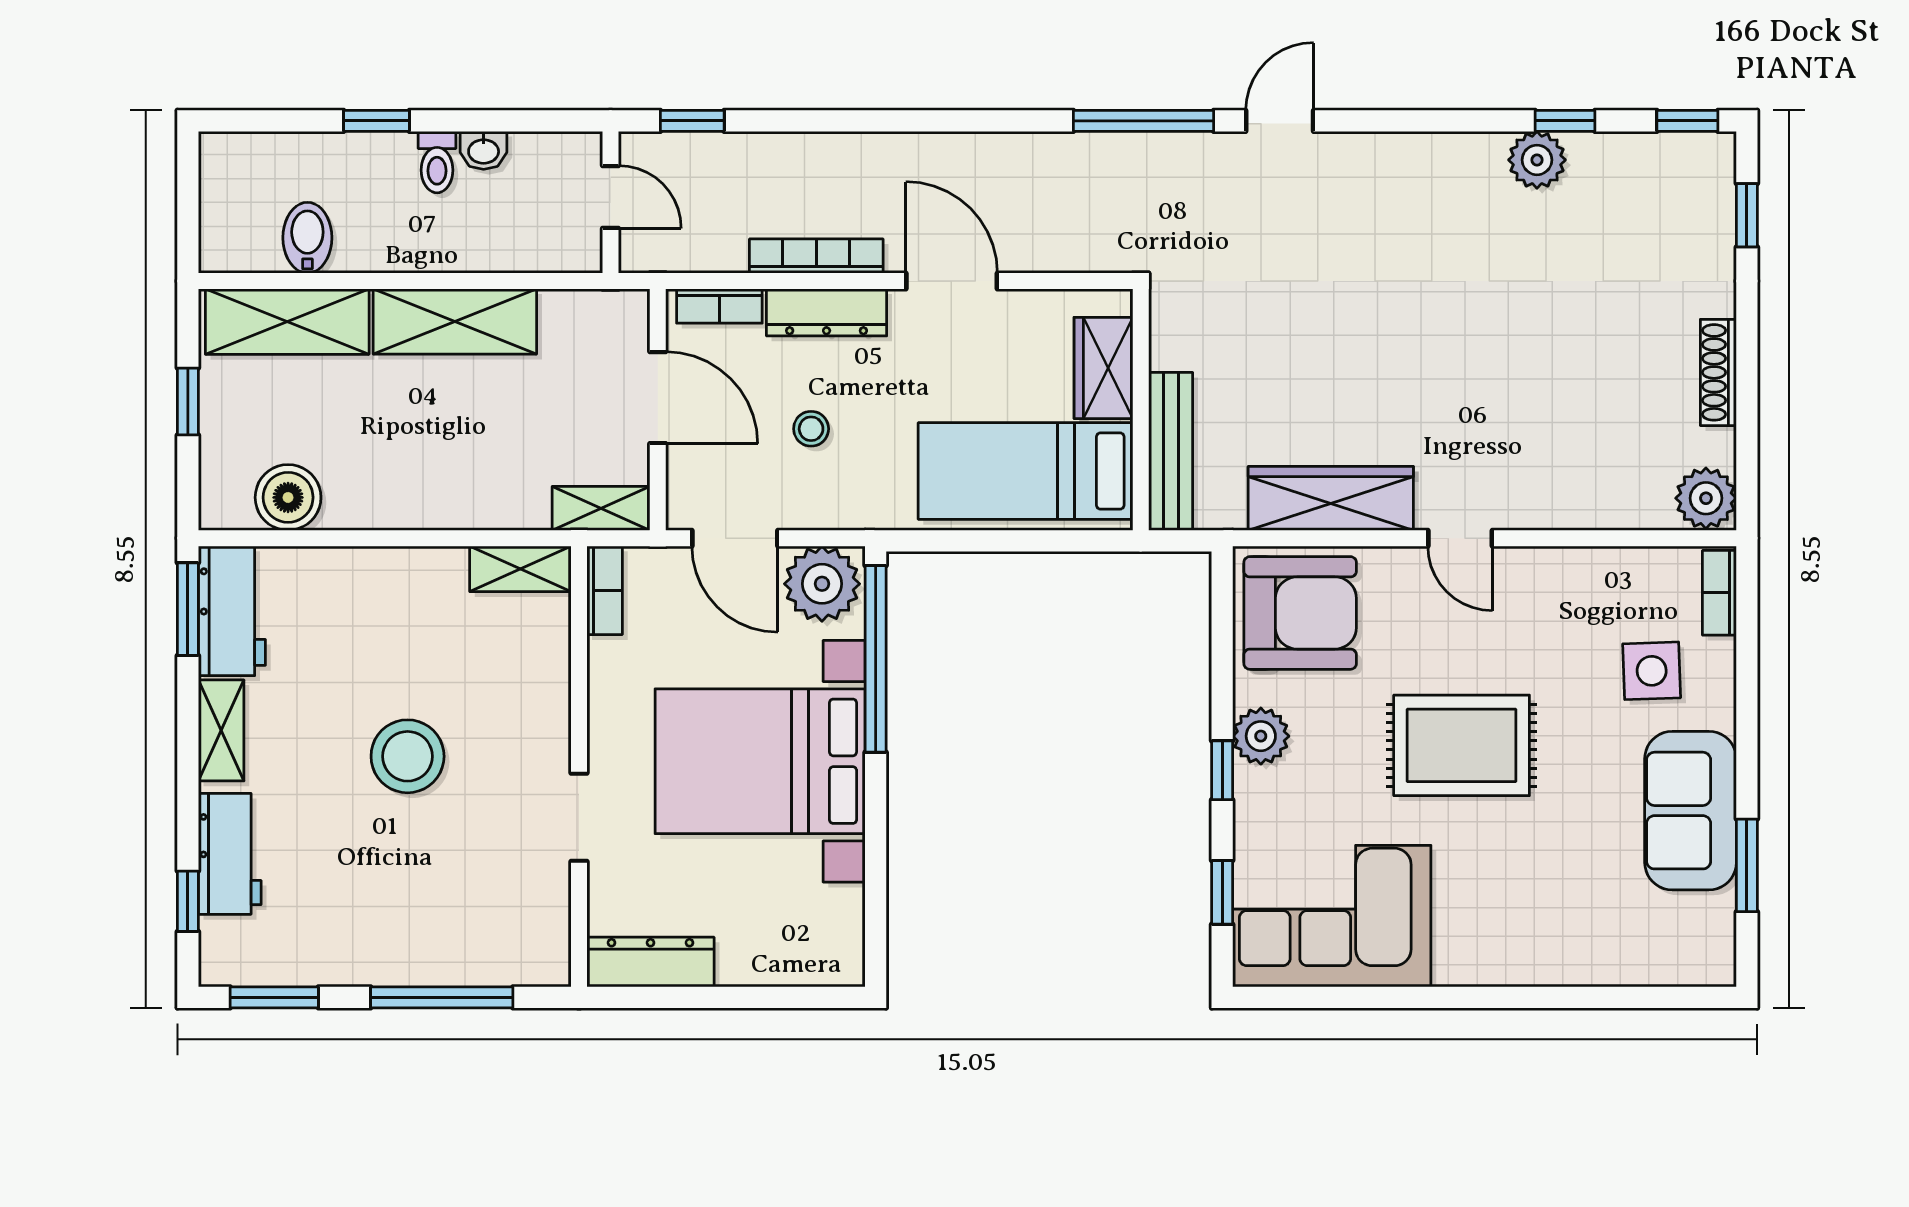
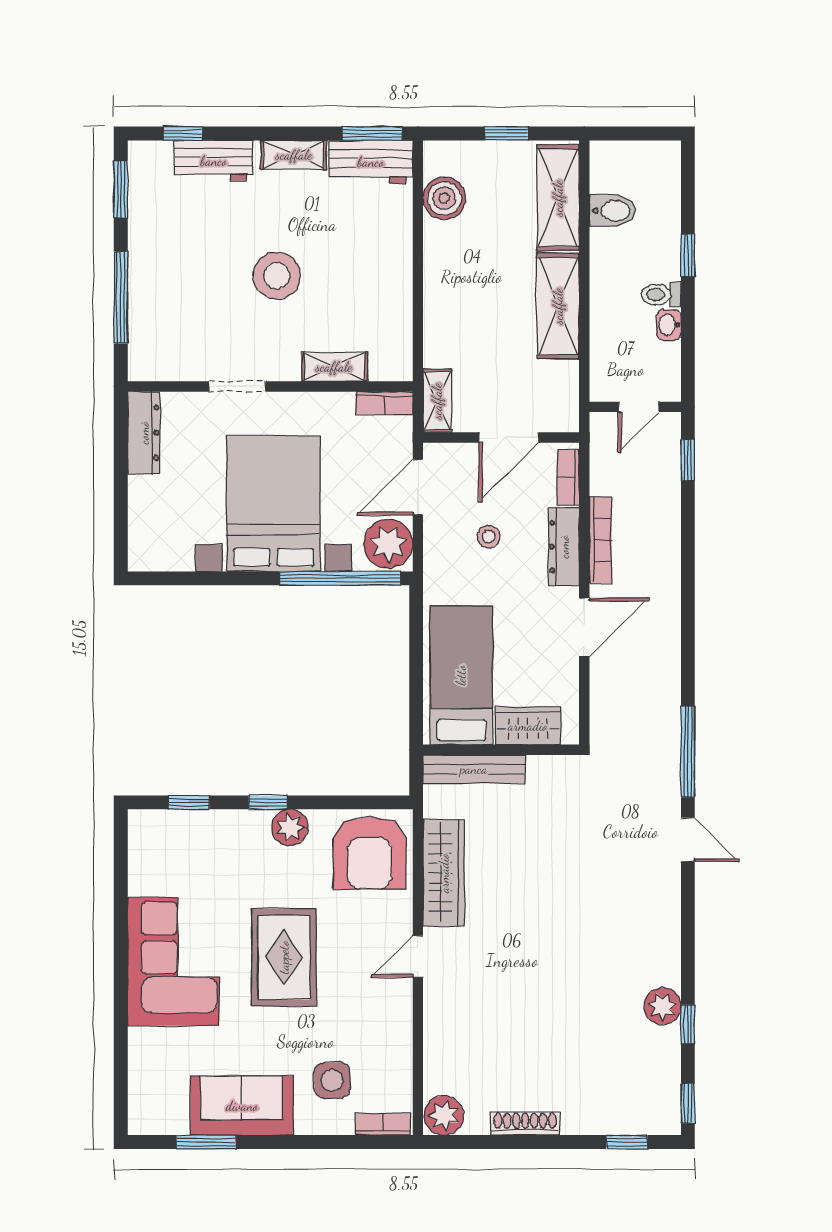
shelving: (520, 569) -> (334, 367), moved, turned 90
corner sofa: (1332, 916) -> (173, 962), moved

